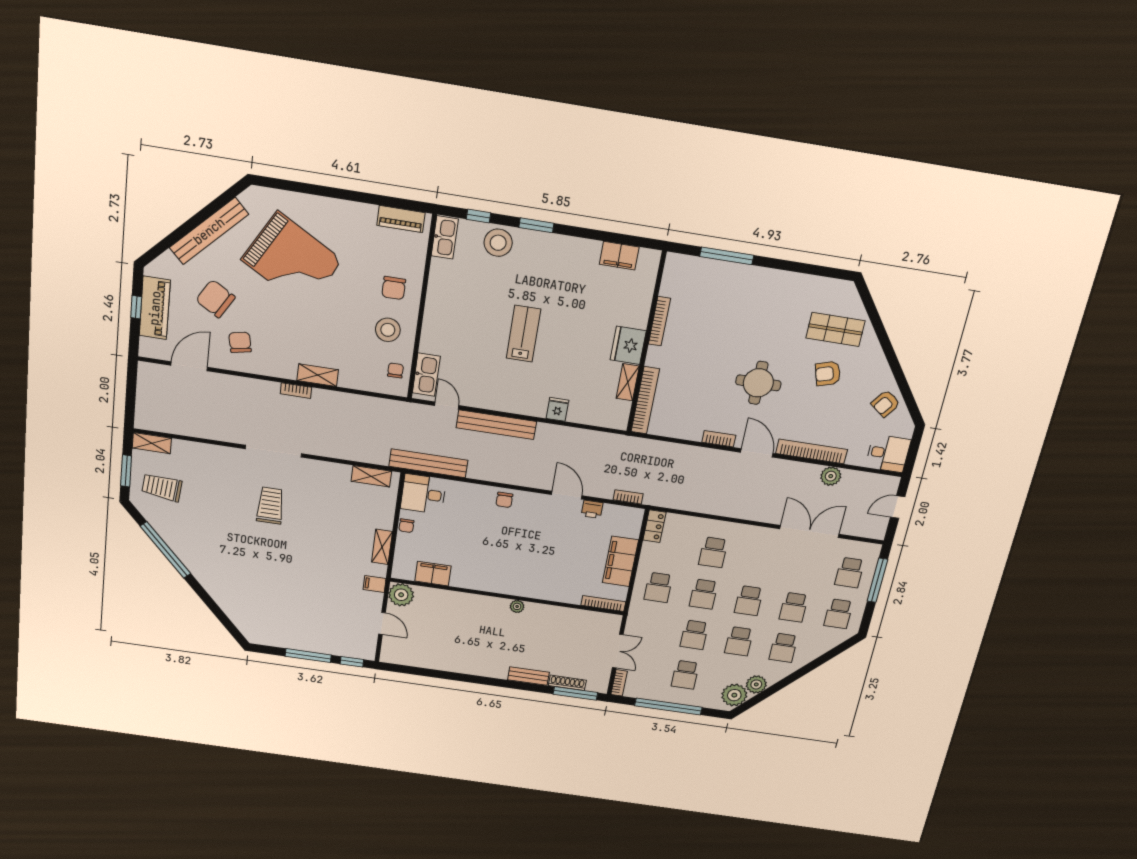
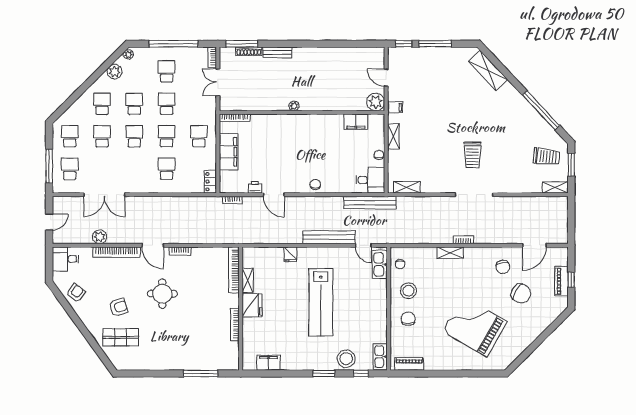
bench: (209, 231) -> (529, 337), removed
piano: (155, 308) -> (561, 281), width x0.73, depth x0.75
lab bench: (523, 334) -> (321, 302), width x1.86, depth x1.39
shelving: (237, 612) -> (488, 70), added
plant: (734, 695) -> (128, 54), width x0.53, depth x0.53

